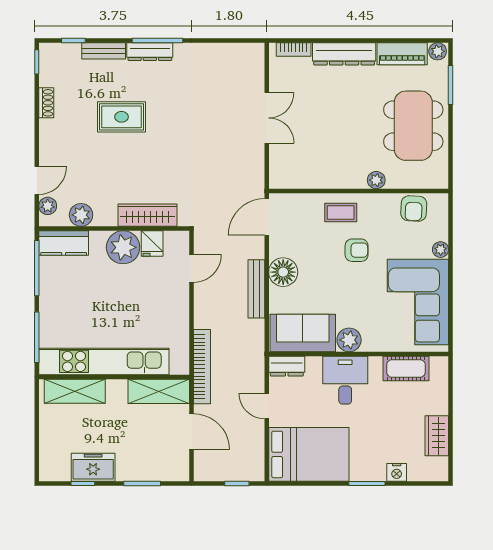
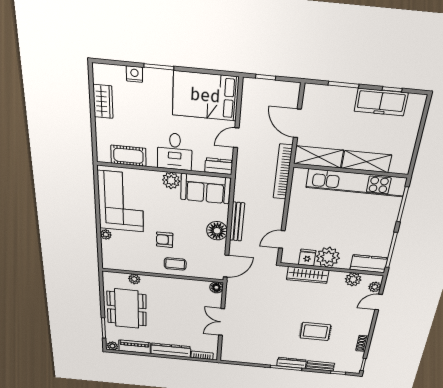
floor lamp: (278, 179) -> (216, 287), added
plant: (376, 180) -> (134, 279), moved
armchair: (414, 208) -> (125, 262), removed
shelving: (75, 391) -> (366, 162), moved
door: (267, 406) -> (236, 138), swing flipped
freezer: (93, 467) -> (381, 102), width x1.40

